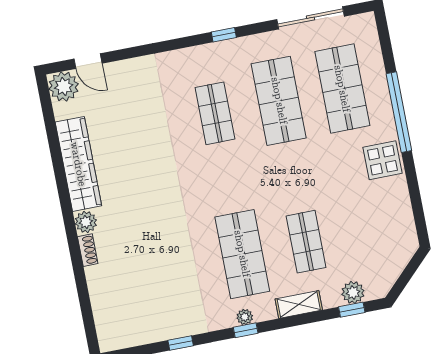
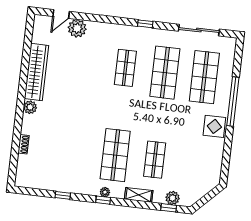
door: (88, 61) -> (61, 14), hinge flipped
plant: (64, 87) -> (77, 28), moved
shoe rack: (88, 250) -> (23, 144), moved

